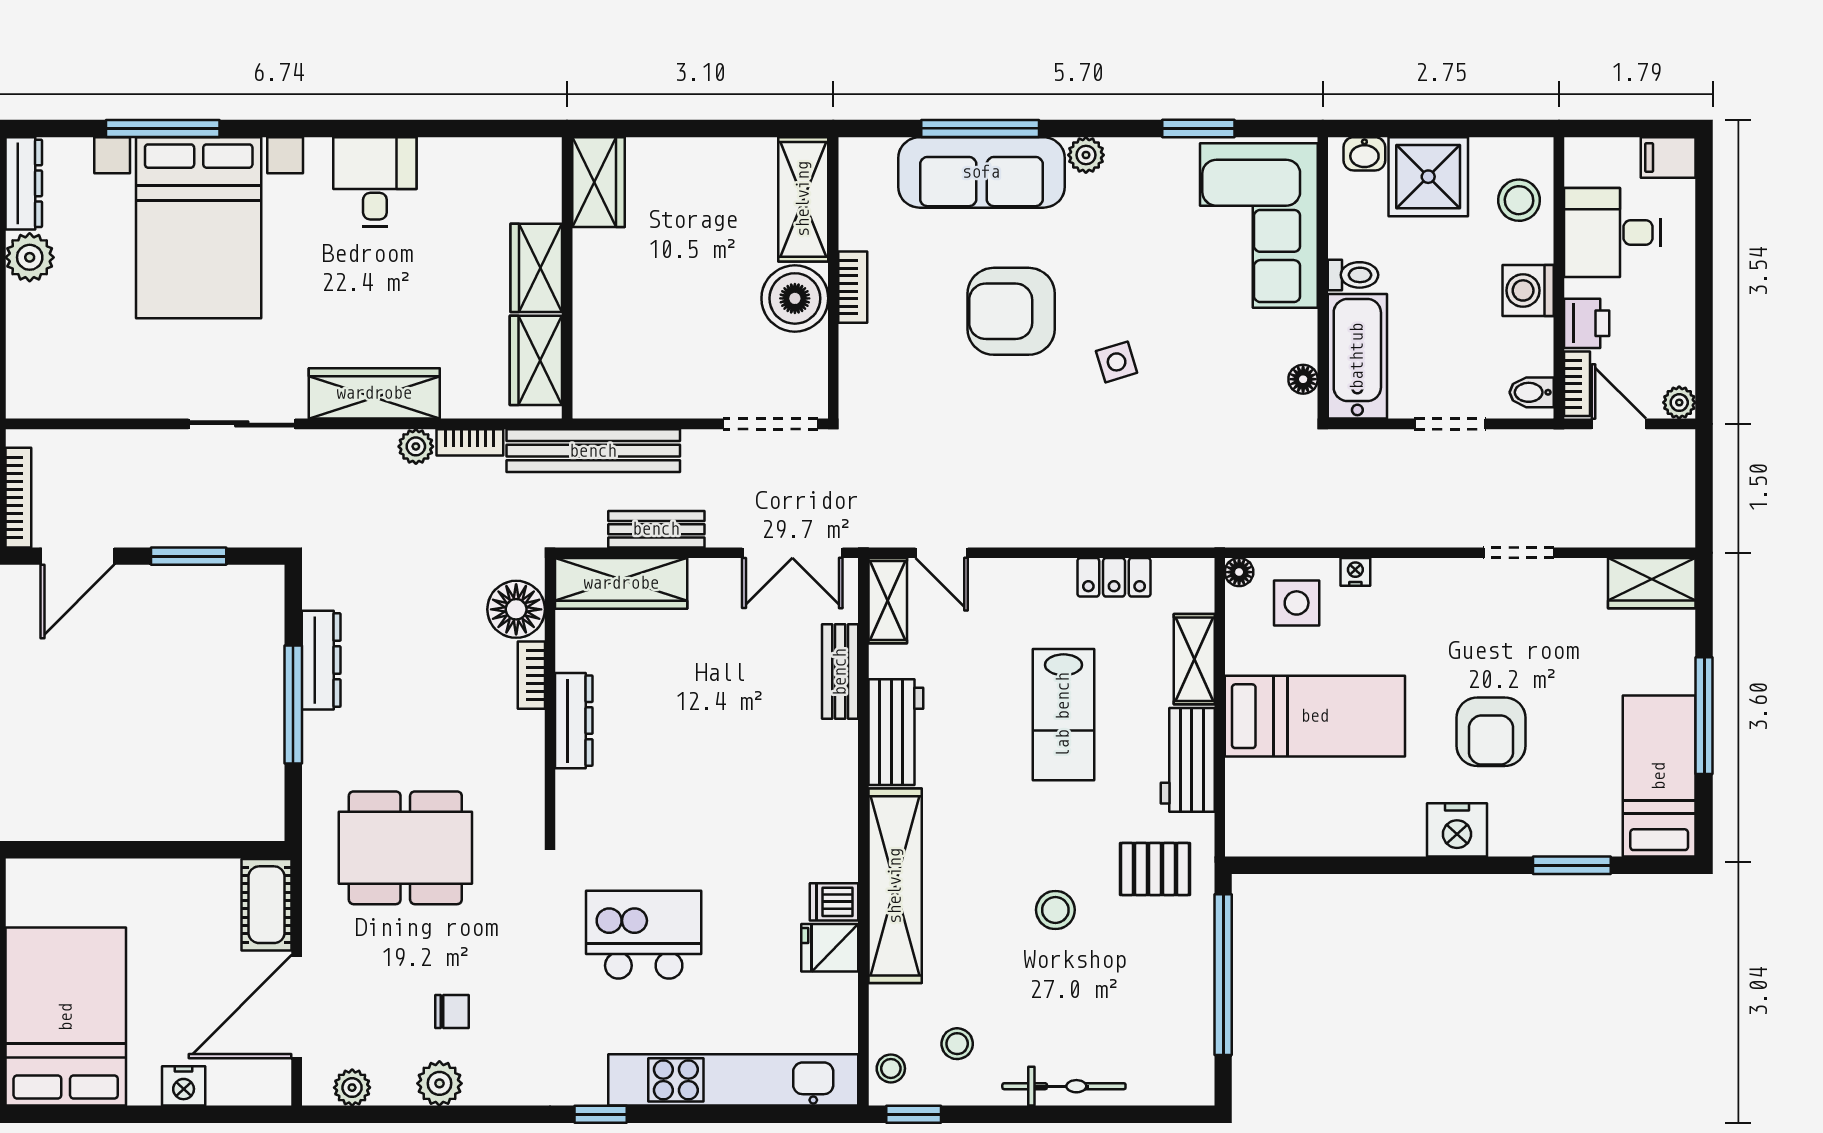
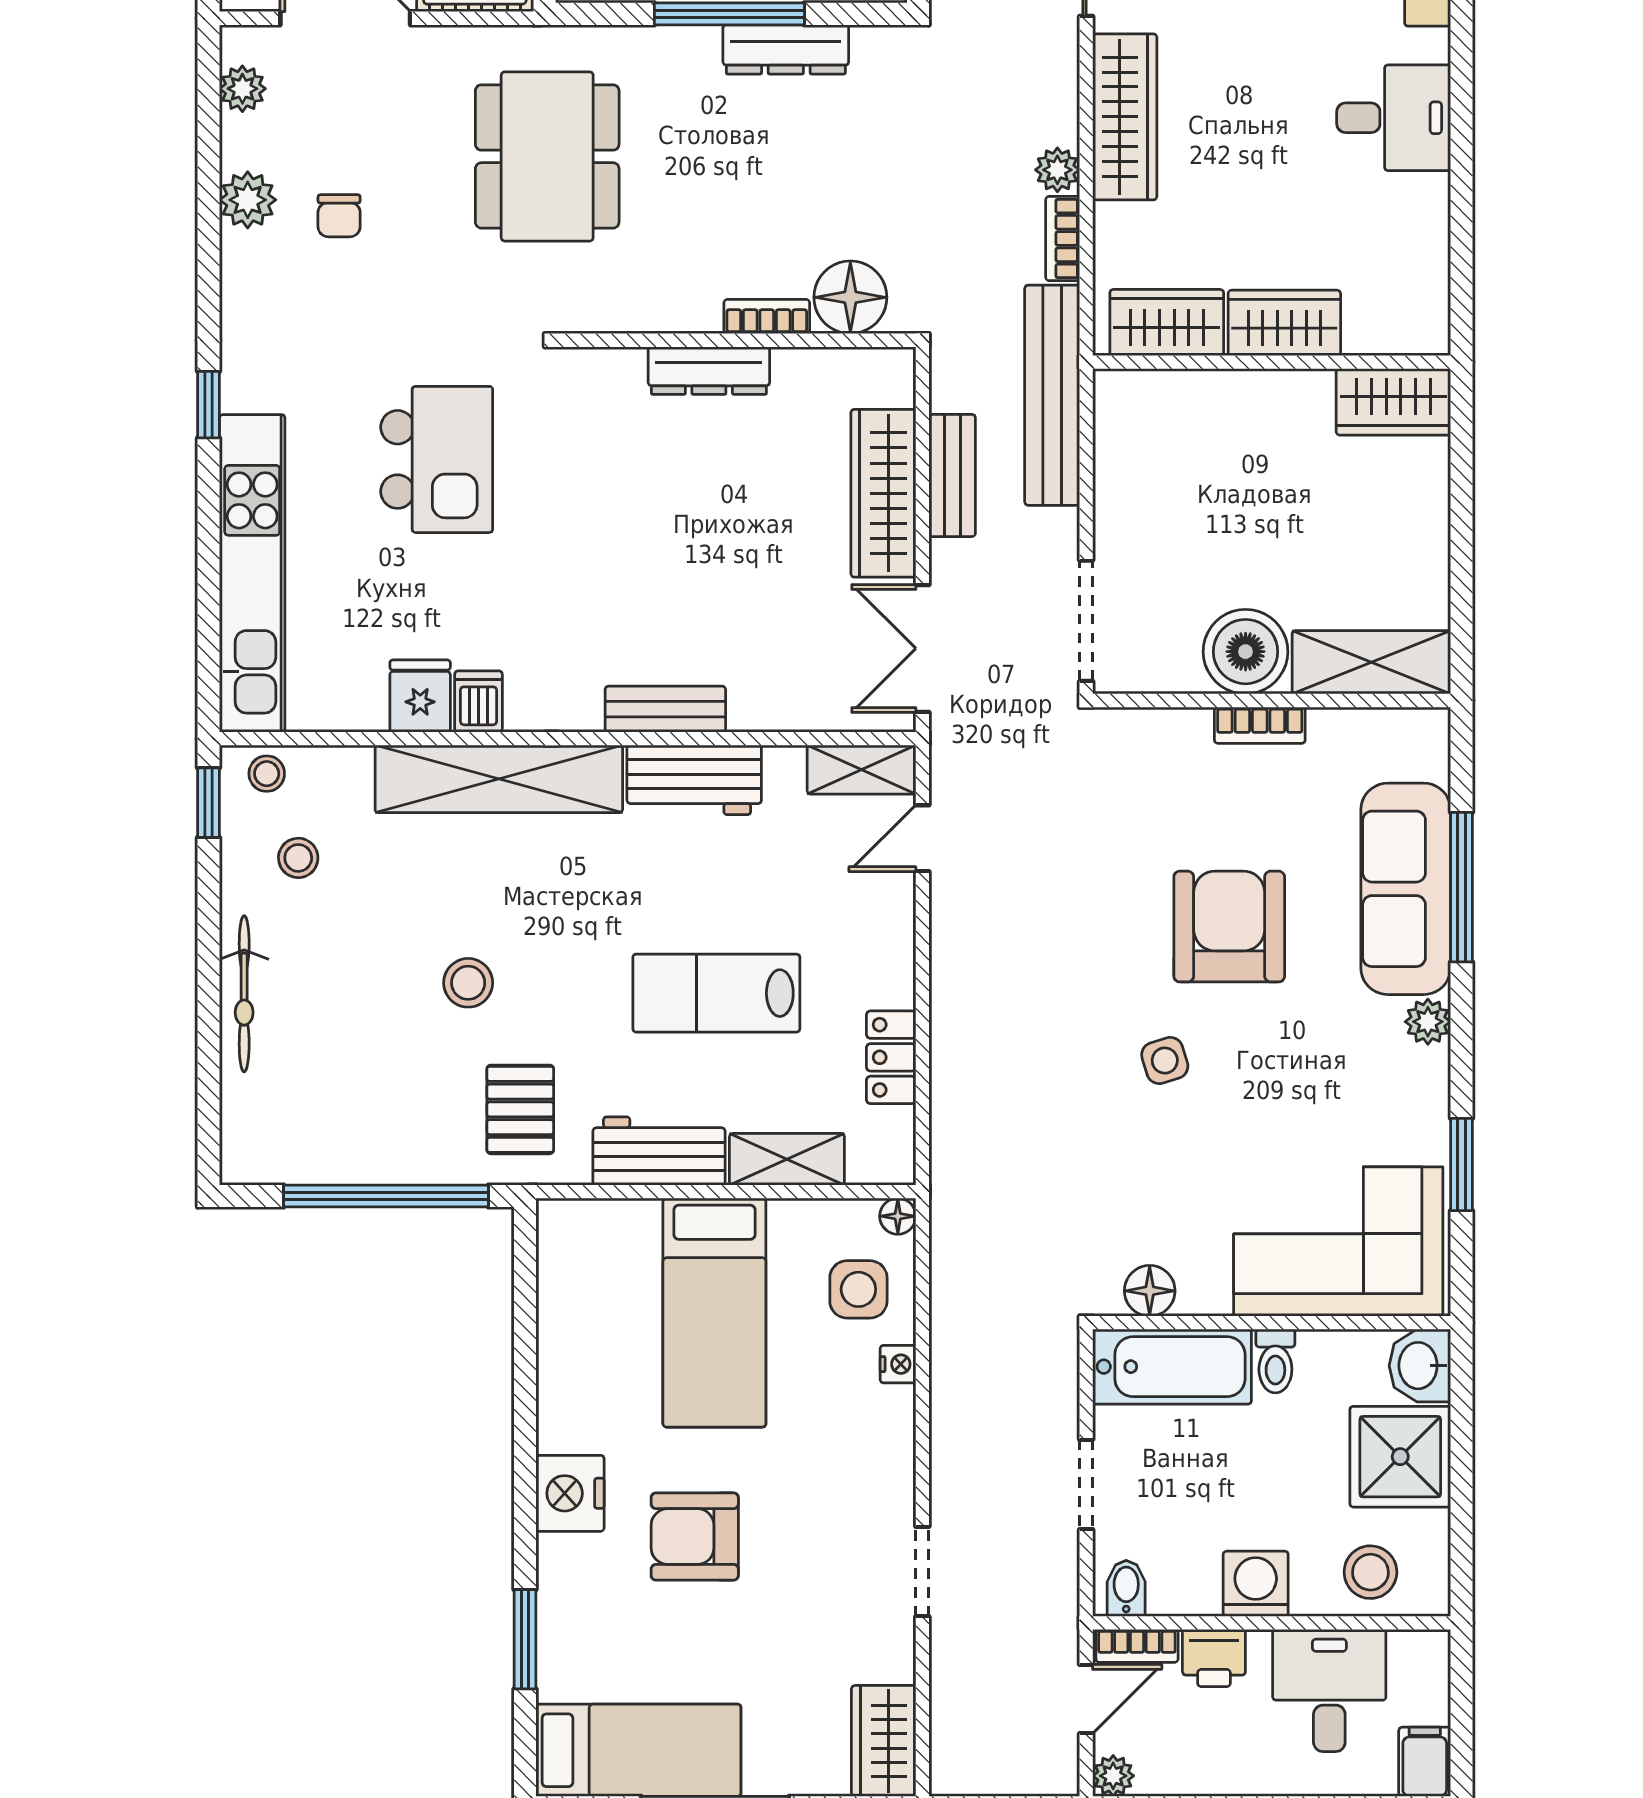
washbasin: (1364, 154) -> (1420, 1366), width x1.38, depth x1.45
floor lamp: (1303, 379) -> (1150, 1291), width x1.37, depth x1.37
wardrobe: (621, 583) -> (883, 493), moved
bench: (840, 672) -> (665, 709), moved

